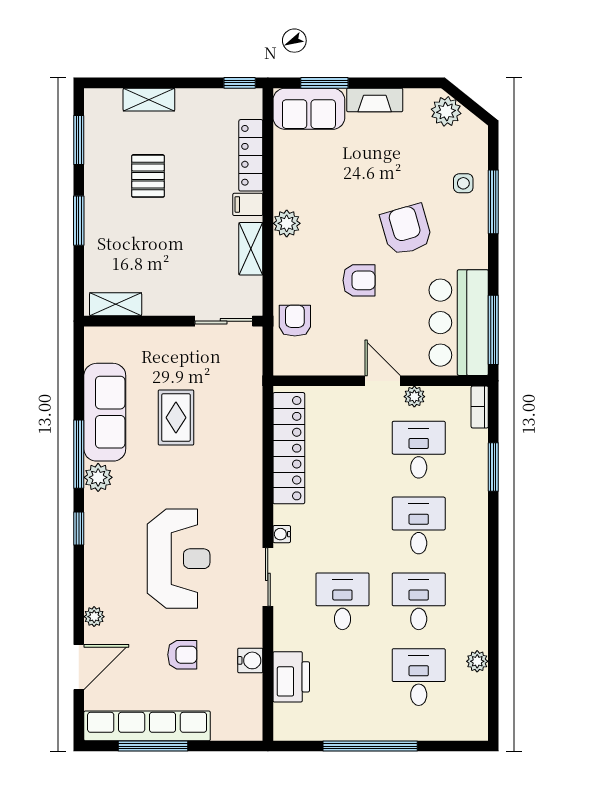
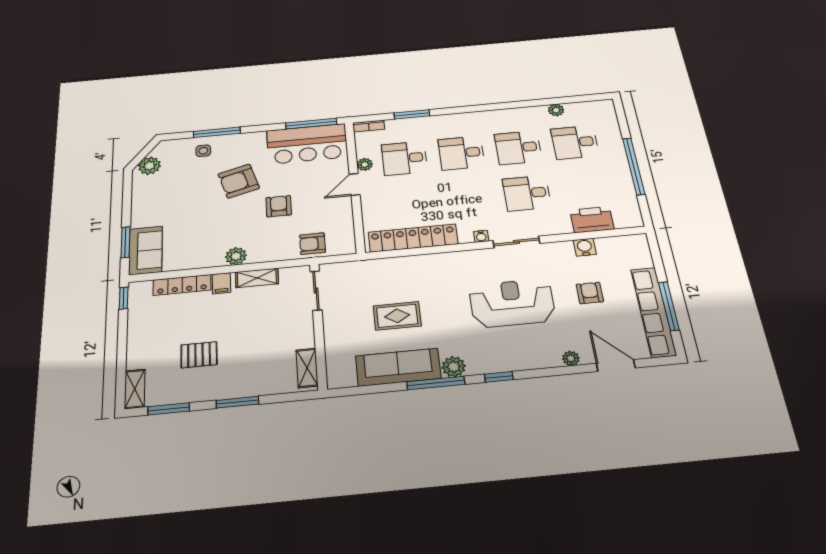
shelving: (149, 100) -> (135, 389), moved
fireplace: (375, 100) -> (140, 210), removed

